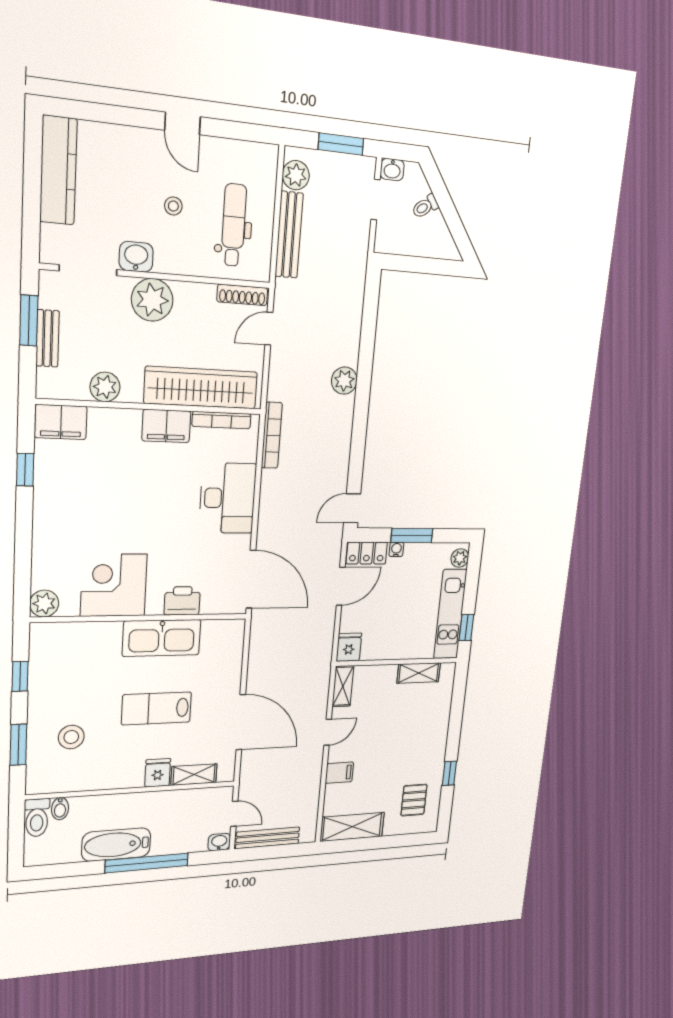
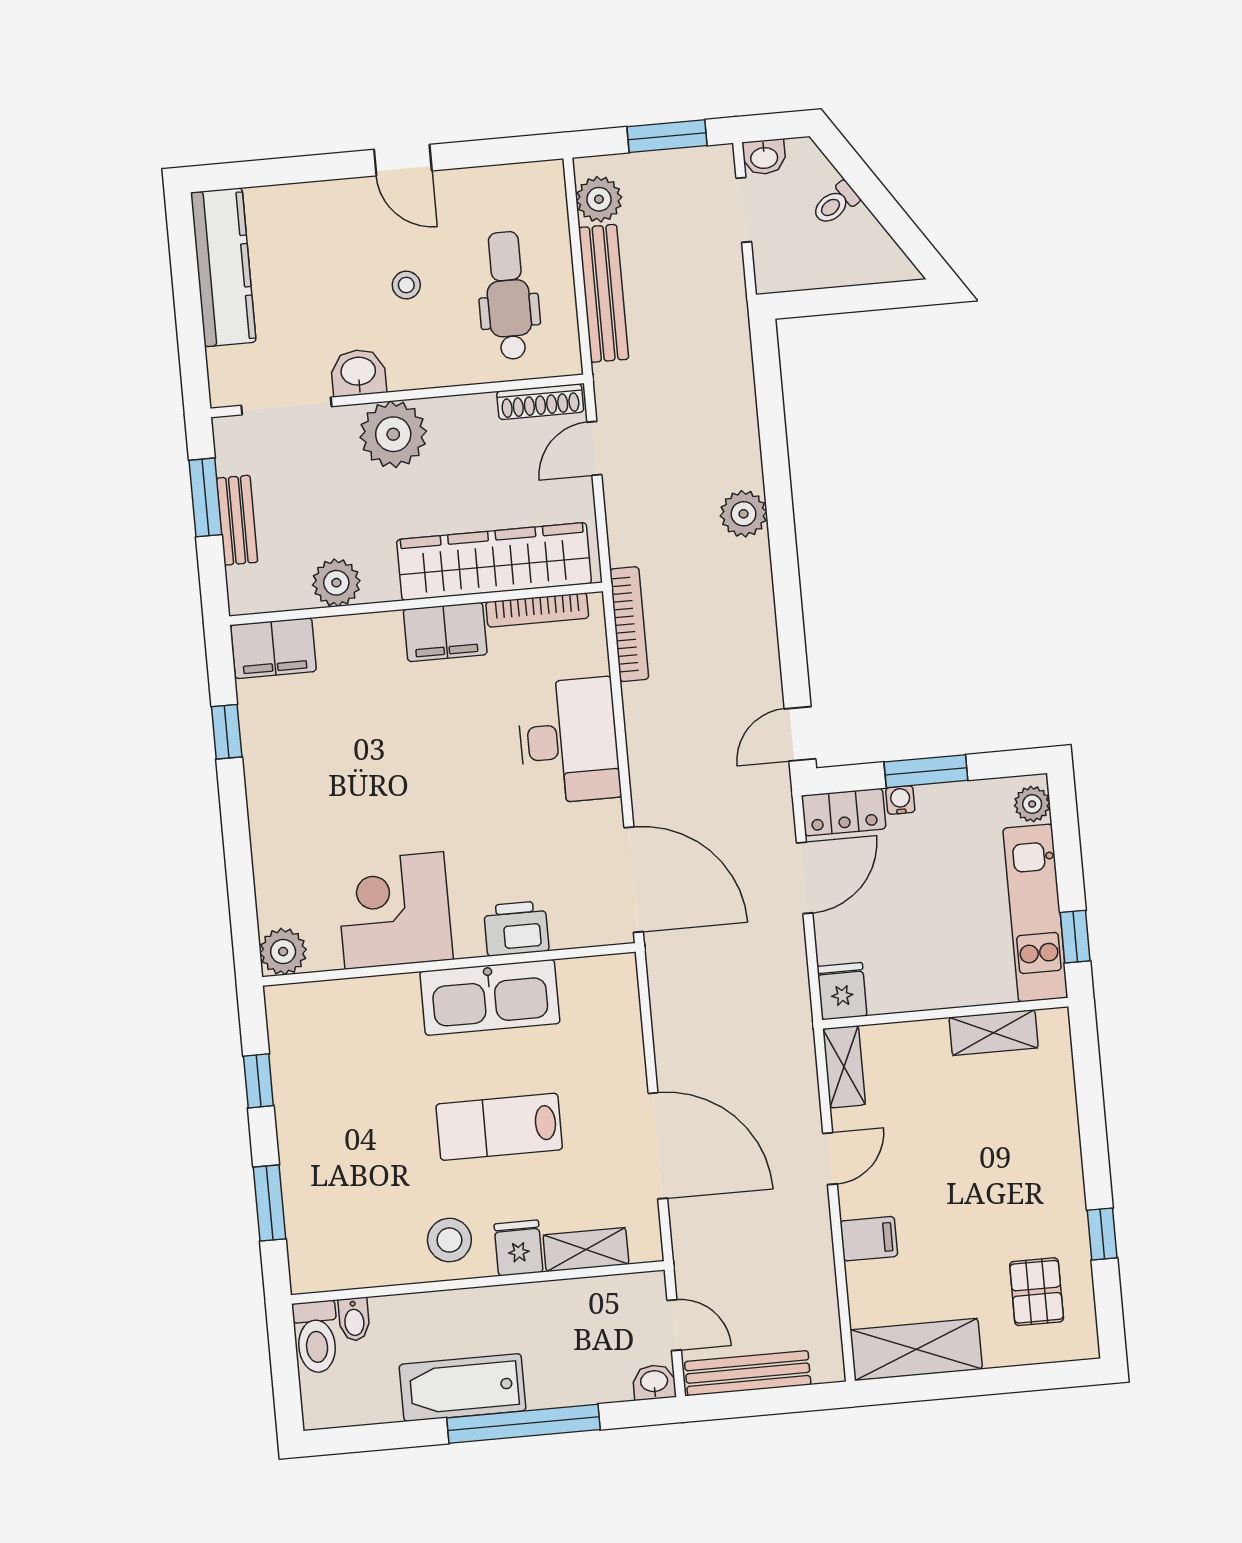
stool: (71, 737) -> (449, 1240), moved

